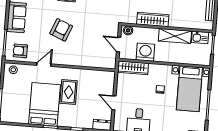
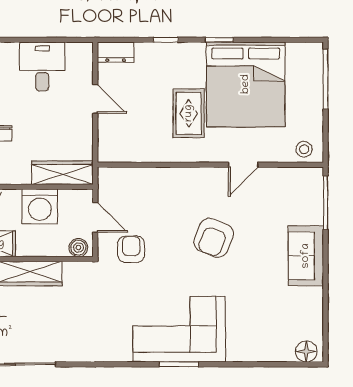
armchair: (20, 51) -> (131, 249), moved, turned -90
bed: (45, 104) -> (246, 84), width x1.36

